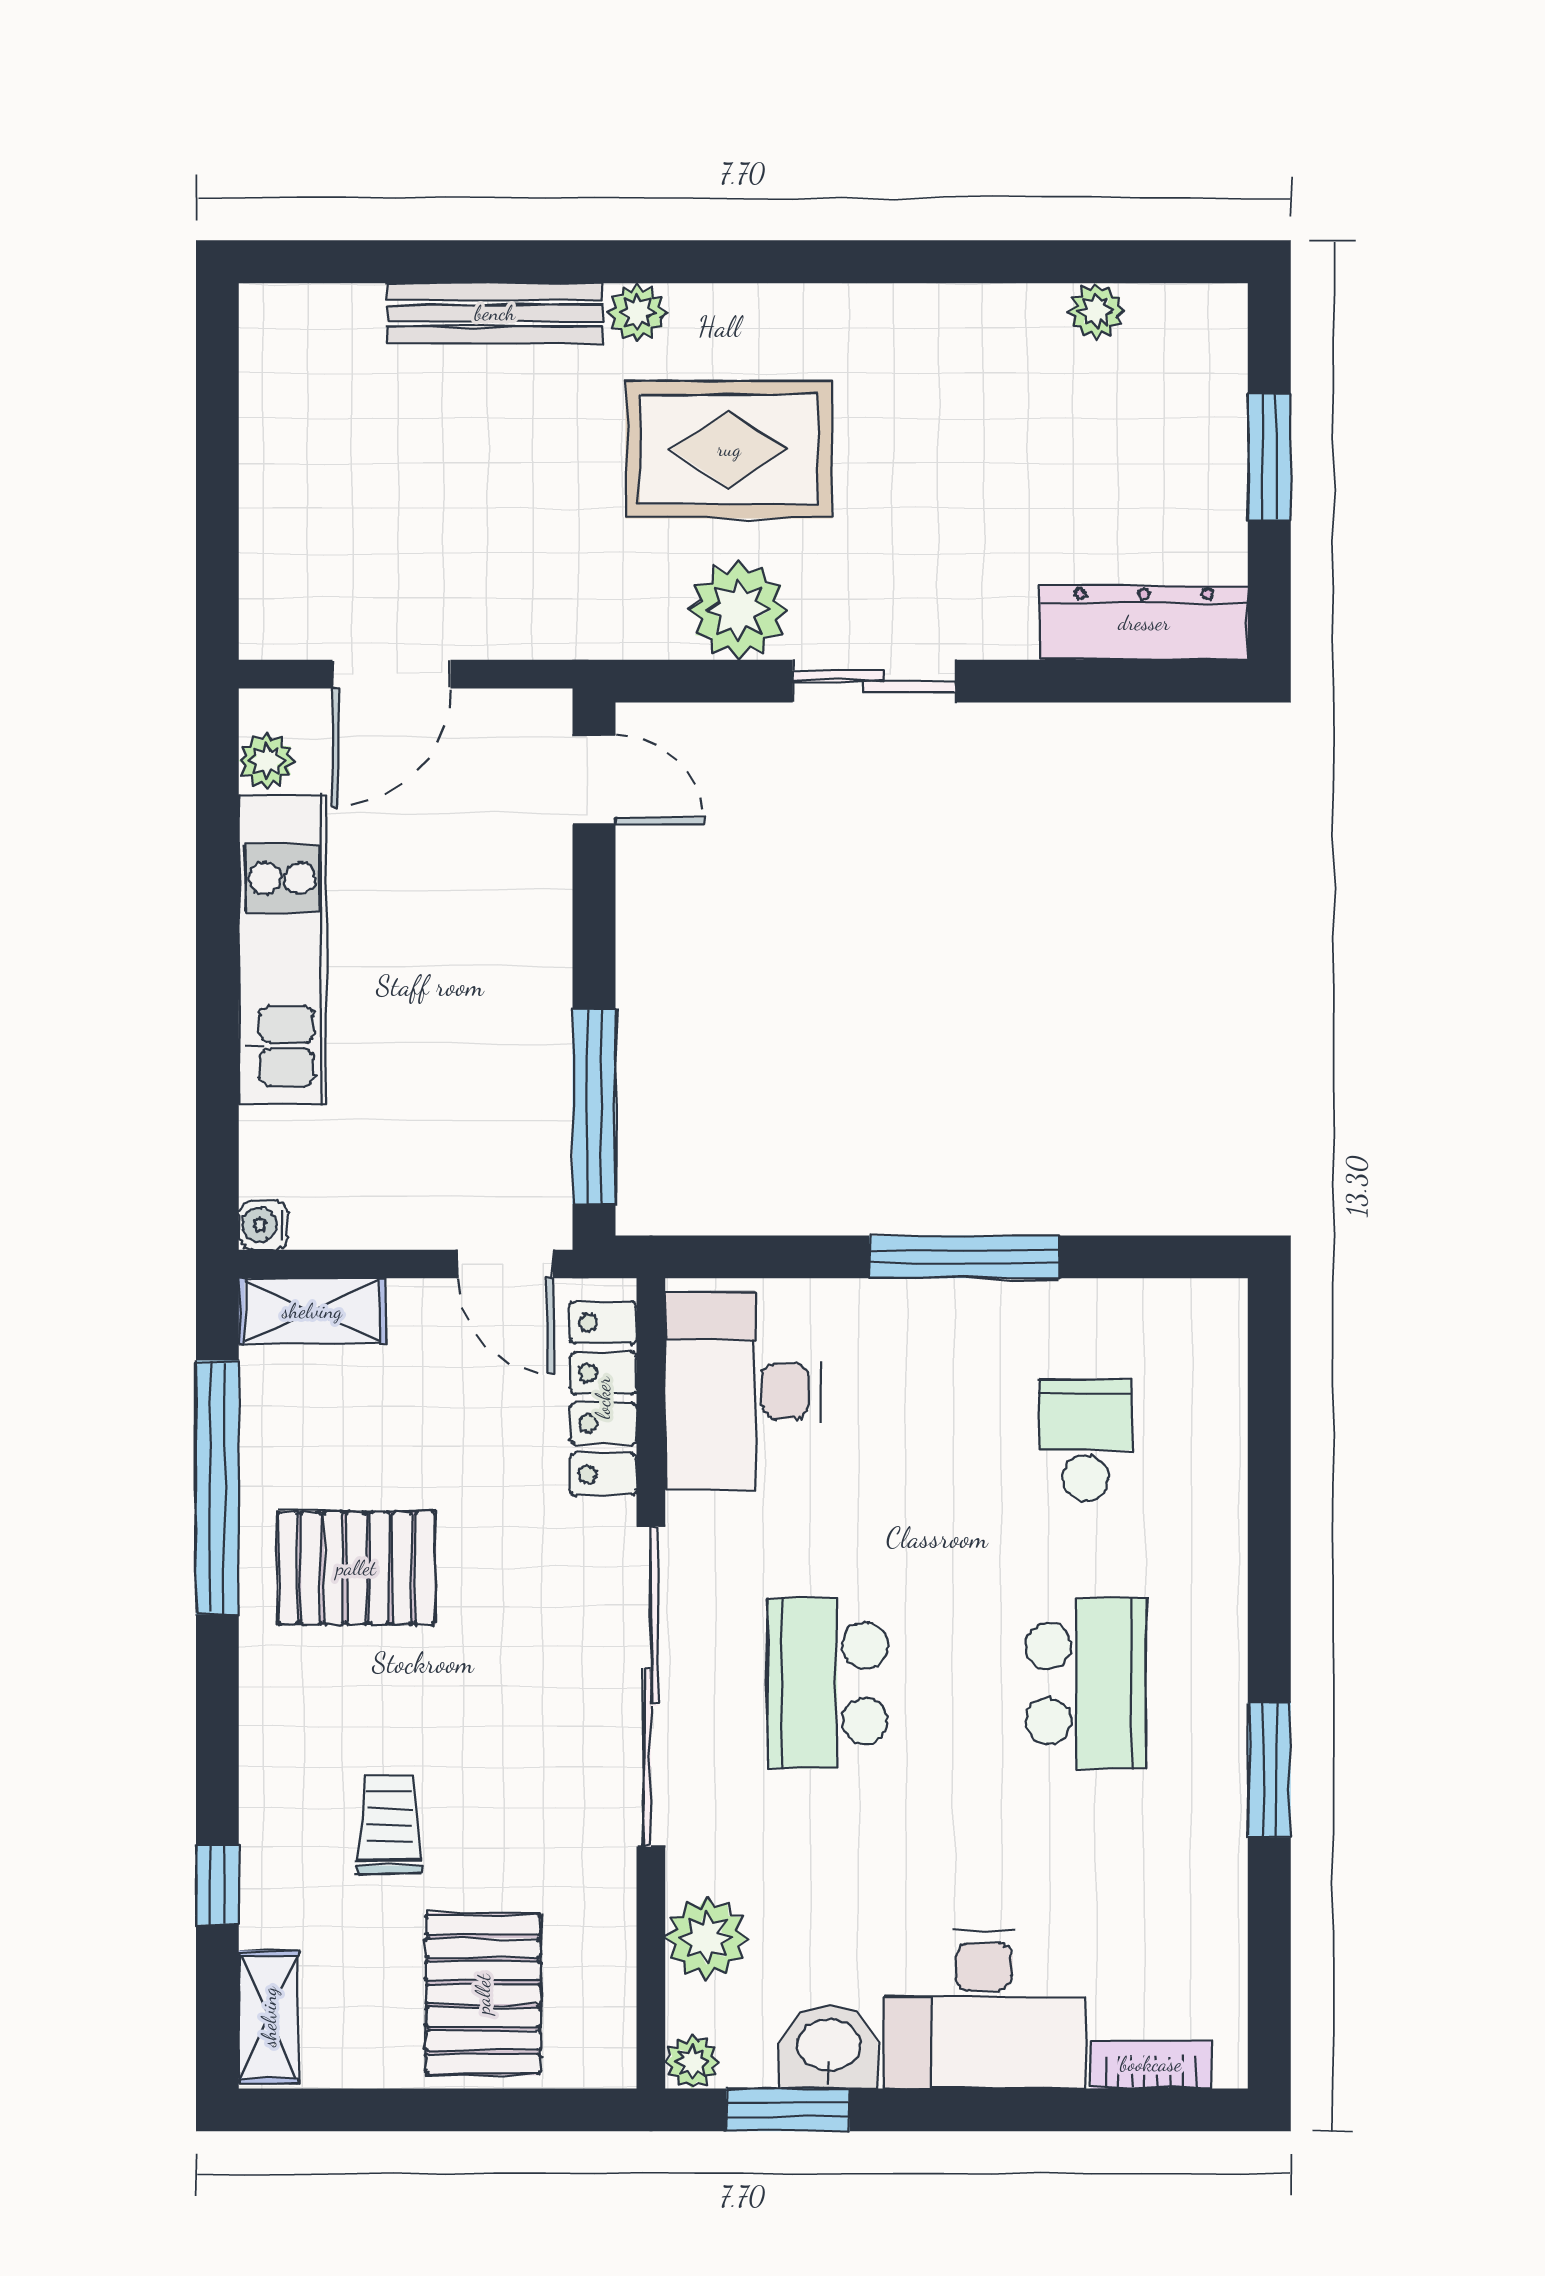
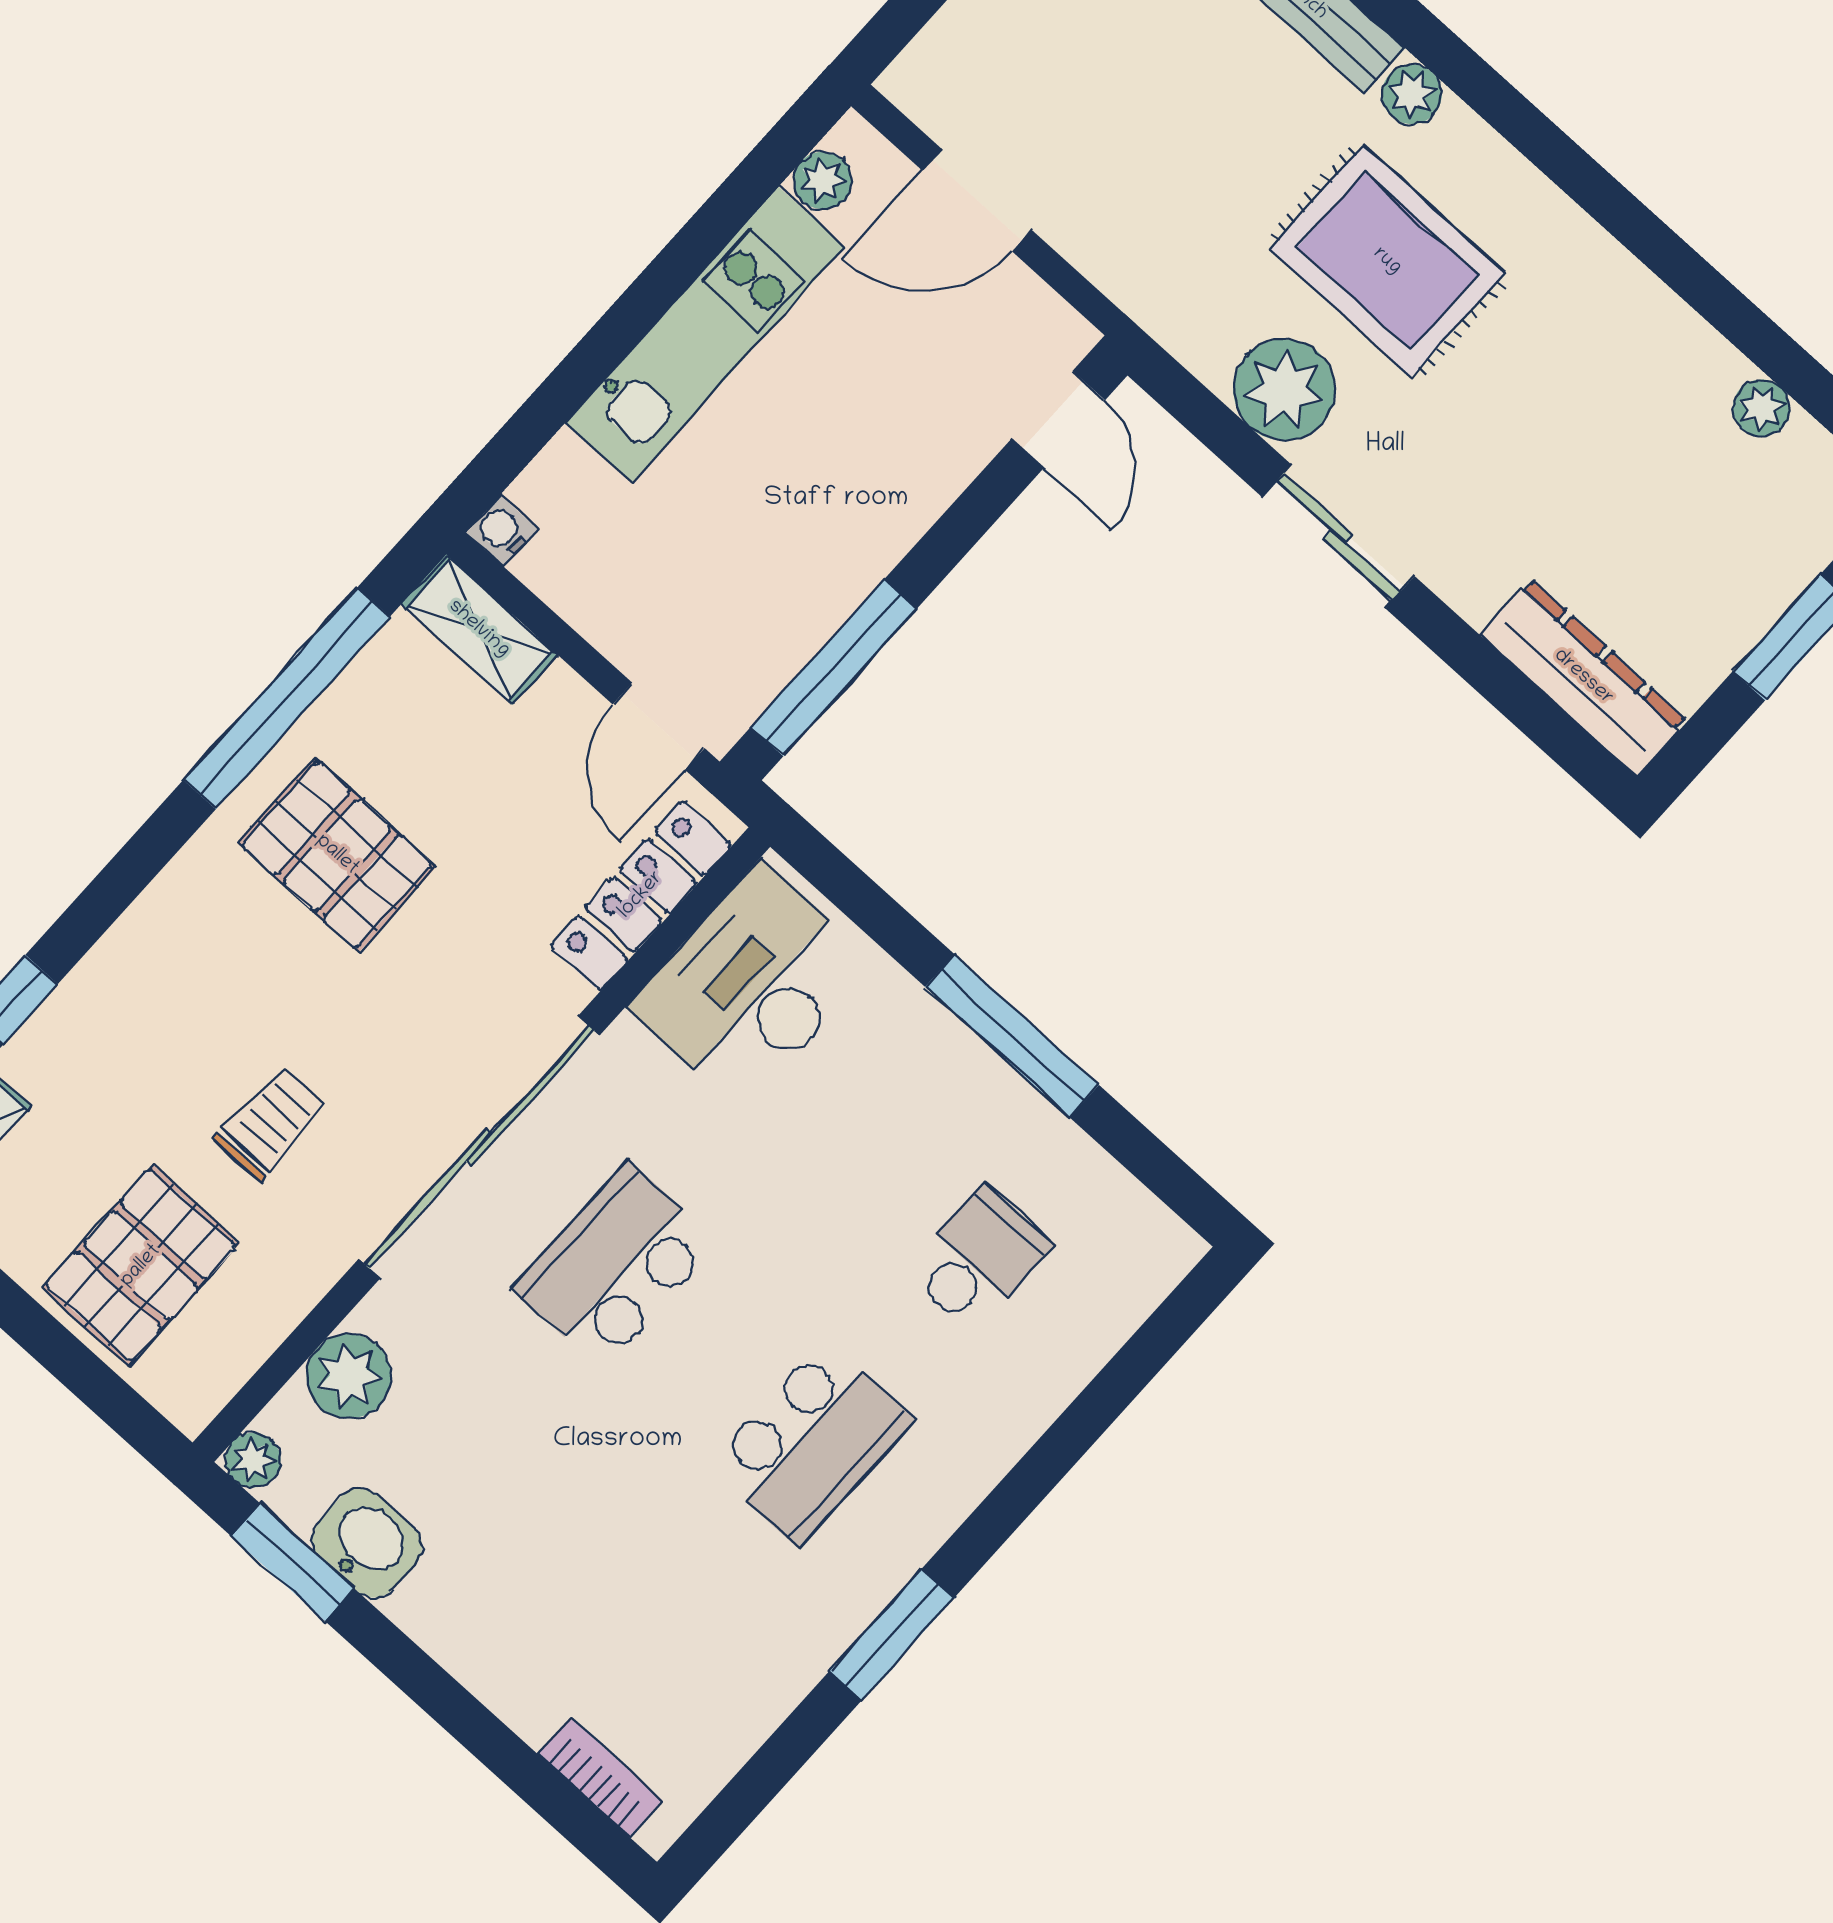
trolley: (389, 1824) -> (270, 1123), moved
desk: (984, 2009) -> (511, 1621), removed

